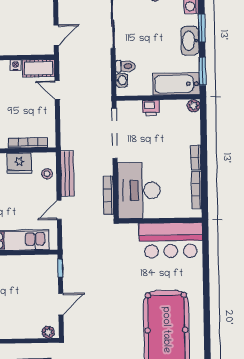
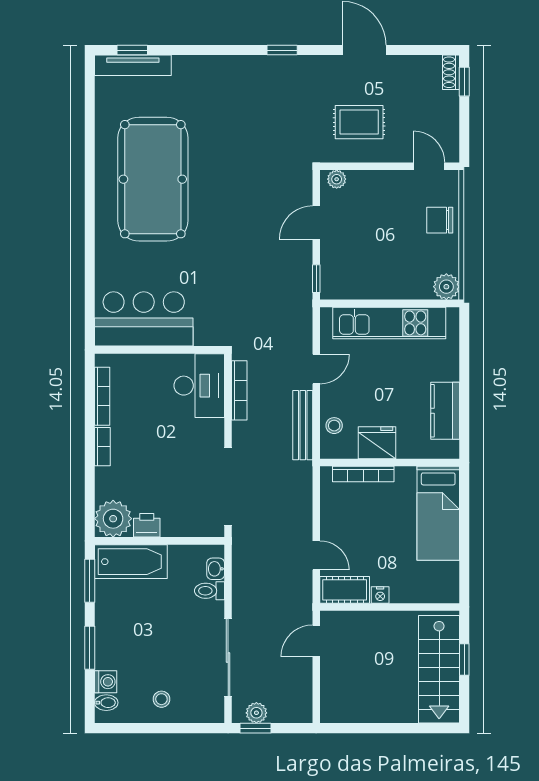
washbasin: (190, 41) -> (108, 628), removed
plant: (194, 106) -> (113, 519), width x1.88, depth x1.88
printer: (151, 108) -> (147, 525), moved
desk: (139, 190) -> (199, 386), width x0.73, depth x0.77

